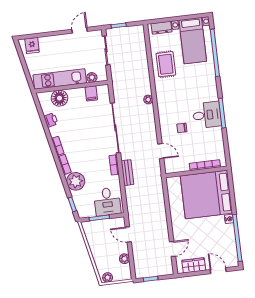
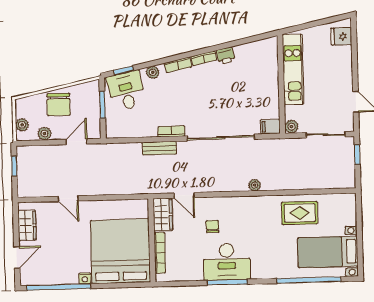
dresser: (161, 28) -> (349, 212), removed
plant: (92, 77) -> (291, 127), moved
filing cabinet: (91, 93) -> (270, 127), moved
floor lamp: (60, 98) -> (267, 67), removed
desk: (207, 115) -> (227, 262), width x1.37
printer: (51, 120) -> (226, 56), moved
door: (161, 151) -> (184, 195), hinge flipped
wardrobe: (176, 165) -> (163, 215), added
plant: (76, 181) -> (153, 72), width x0.53, depth x0.53
desk: (107, 202) -> (126, 91), moved, turned 78
door: (173, 249) -> (68, 199), moved
chair: (102, 250) -> (59, 105), added
plant: (108, 277) -> (22, 125), moved

